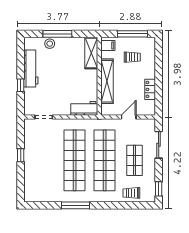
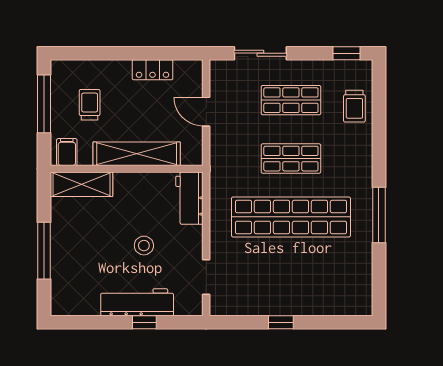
stool: (50, 44) -> (144, 246), moved
workbench: (31, 69) -> (137, 302), moved
shop shelf: (105, 160) -> (291, 159), width x0.50, depth x0.74

